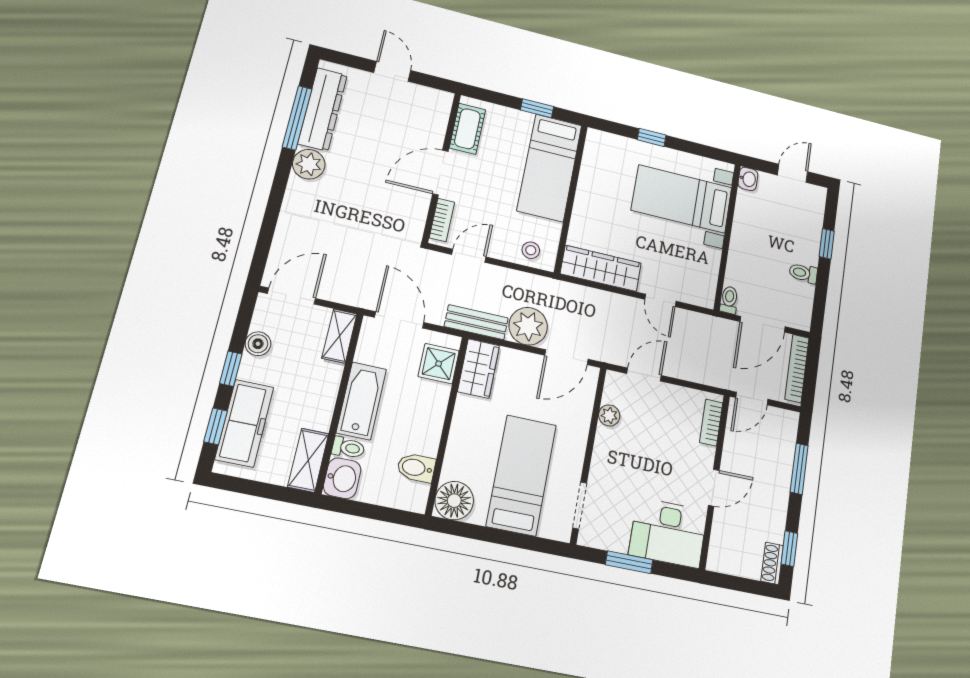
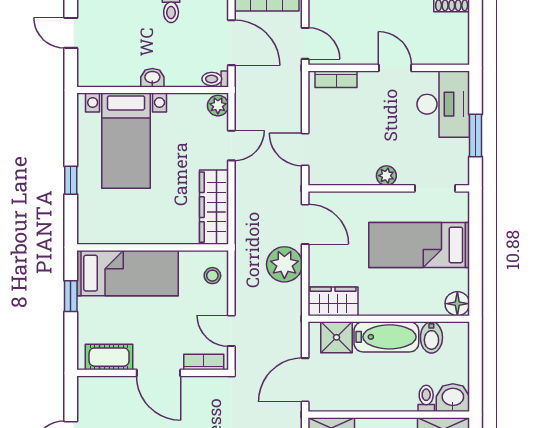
washbasin: (748, 179) -> (152, 78), moved
plant: (702, 296) -> (218, 106), added
bench: (476, 322) -> (292, 312), removed
bathtub: (361, 401) -> (386, 337), moved, turned 180
plant: (609, 415) -> (386, 176), moved
floor lamp: (454, 501) -> (457, 304), width x0.73, depth x0.73

